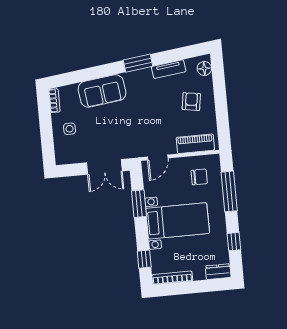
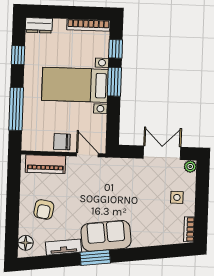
sofa: (102, 91) -> (106, 236), moved
door: (158, 157) -> (87, 155), hinge flipped
plant: (61, 159) -> (190, 166), added
double door: (104, 167) -> (162, 153), moved
chair: (199, 177) -> (62, 142), moved
window: (139, 204) -> (114, 82), moved

